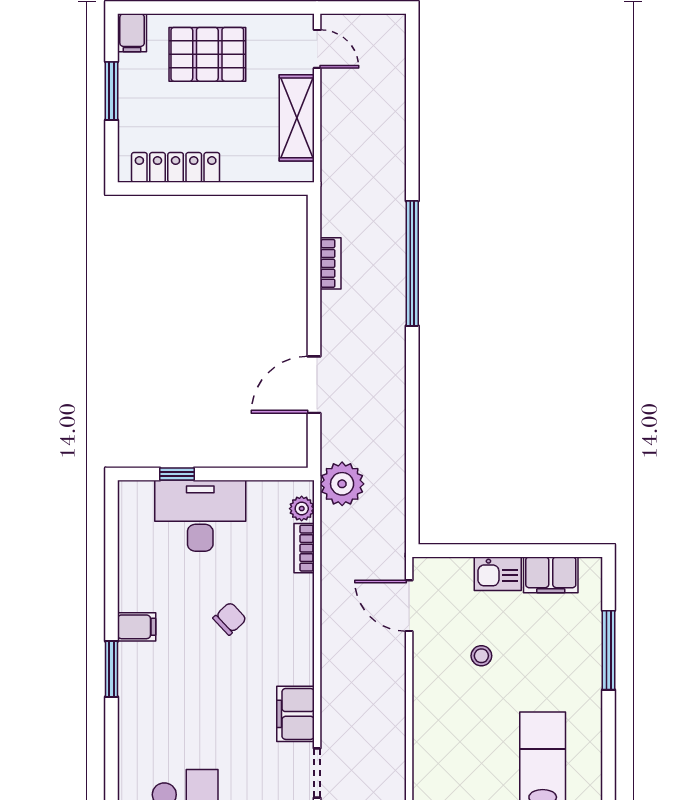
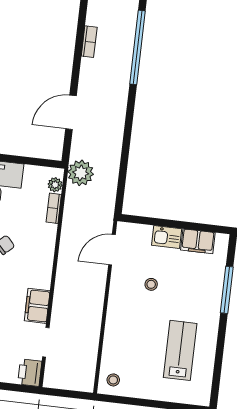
door: (409, 606) -> (112, 250), hinge flipped

